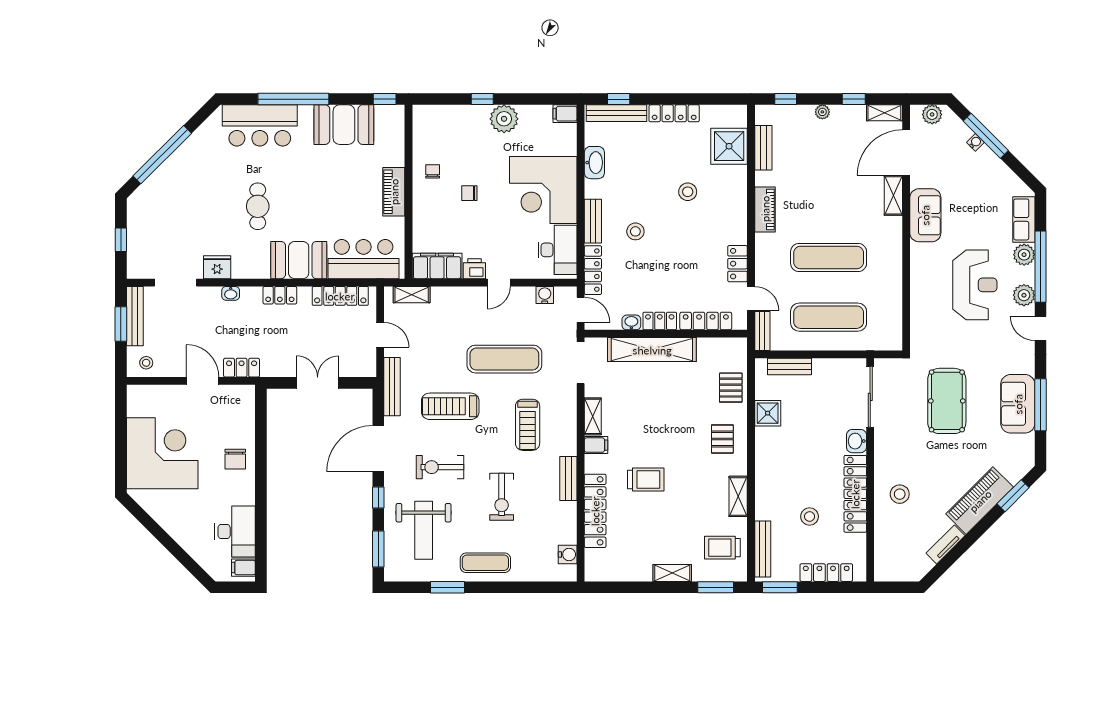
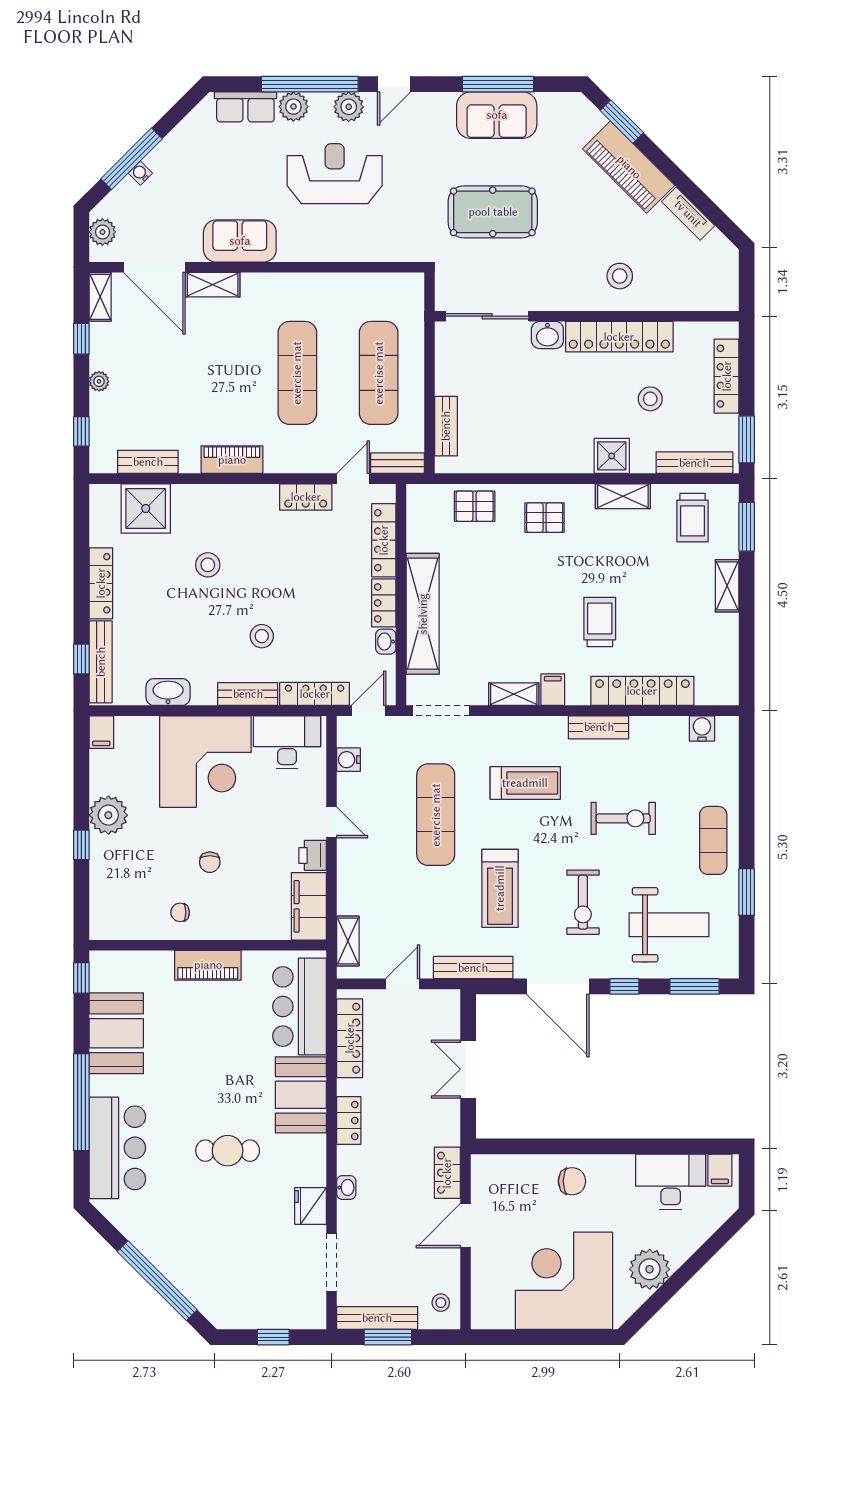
shower: (768, 413) -> (612, 456), moved
plant: (171, 516) -> (650, 1269), added

